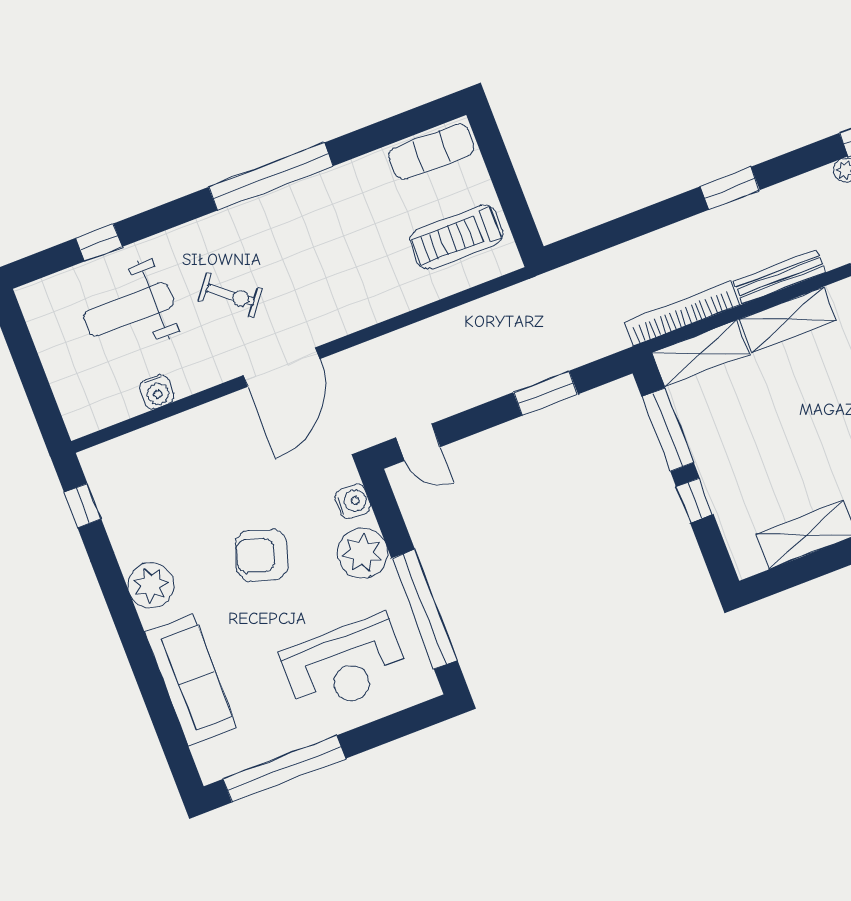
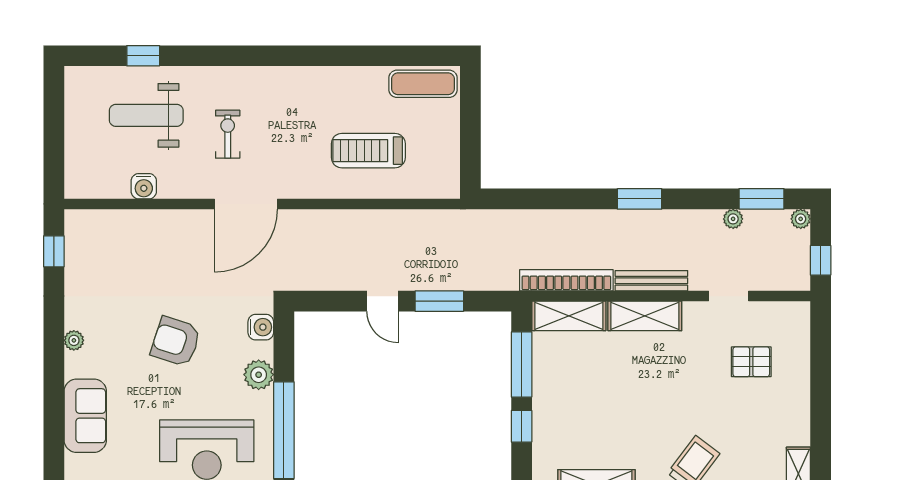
window: (271, 176) -> (293, 56), removed
treadmill: (457, 237) -> (368, 151), moved
exercise bike: (230, 295) -> (228, 134), turned -128
door: (418, 442) -> (382, 301), moved
plant: (363, 553) -> (259, 375), width x0.73, depth x0.73
plant: (151, 585) -> (74, 340), width x0.53, depth x0.53
sofa: (191, 680) -> (85, 416), width x0.73

